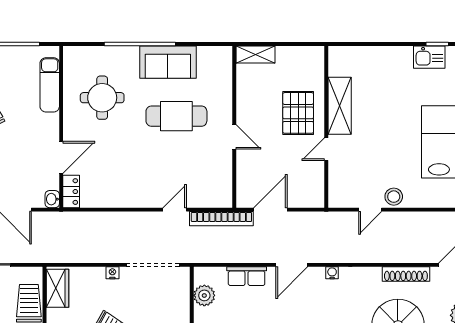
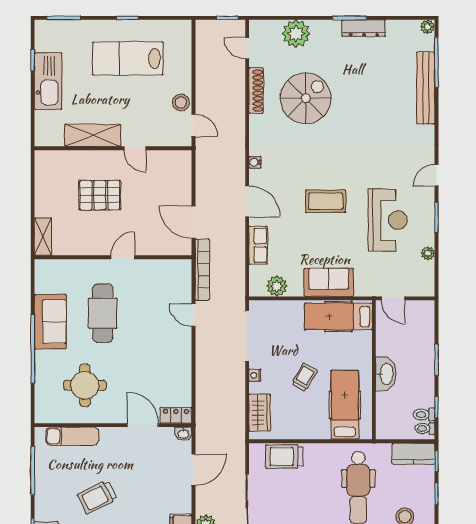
kitchen sink: (429, 57) -> (48, 81), width x1.88, depth x1.24
shelving: (340, 106) -> (93, 135), moved
wall: (326, 127) -> (113, 148), moved
door: (326, 149) -> (135, 148), moved
wardrobe: (57, 288) -> (260, 413), moved, turned 90

